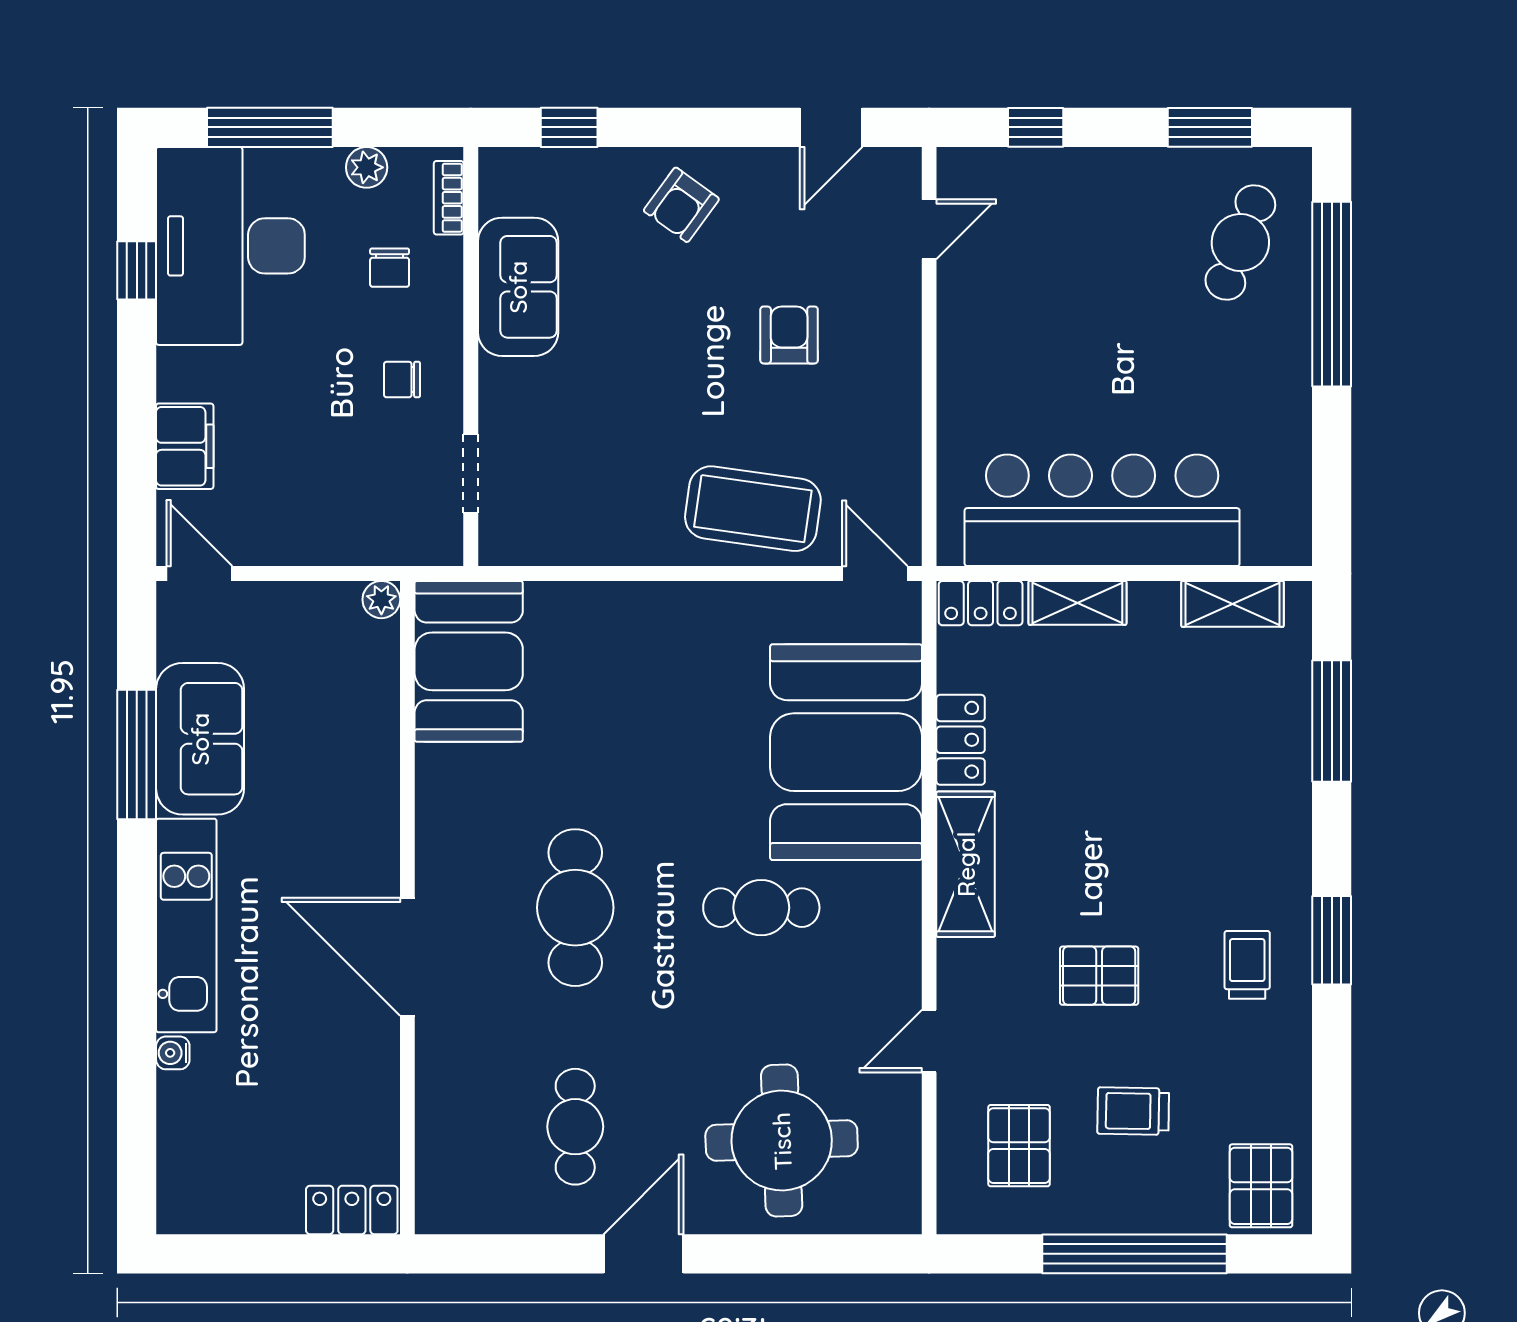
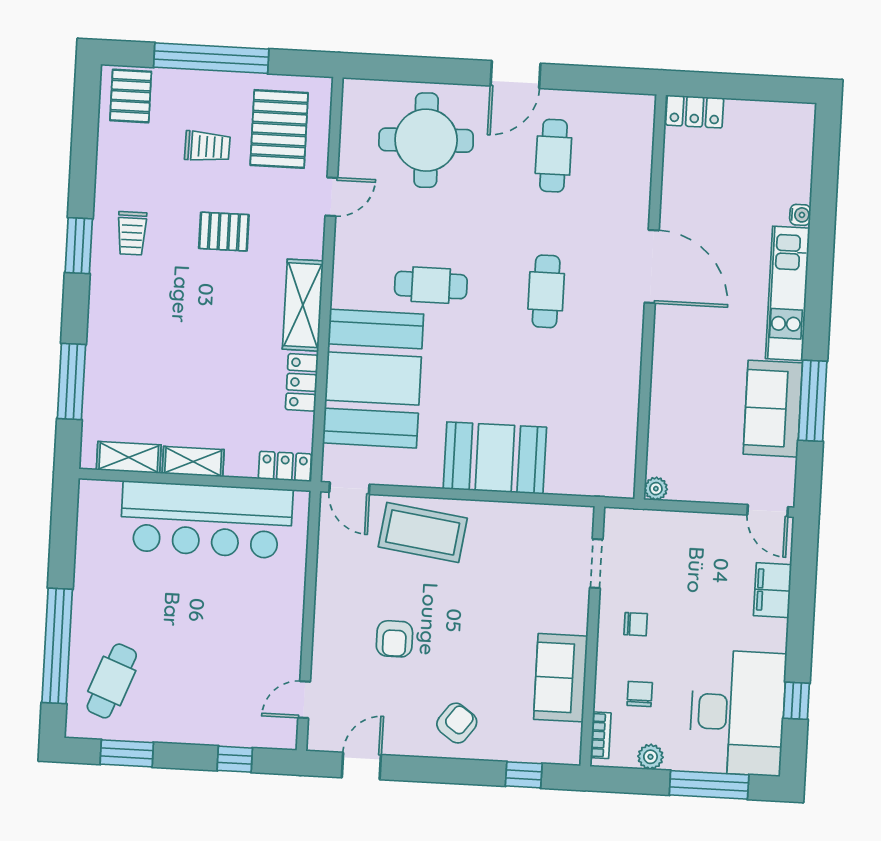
shelving: (1077, 603) -> (193, 462), moved
booth: (469, 661) -> (495, 458), moved, turned 90
cafe table: (575, 908) -> (546, 291), width x0.73, depth x0.74
pallet: (1019, 1146) -> (279, 129), width x1.50, depth x1.42

